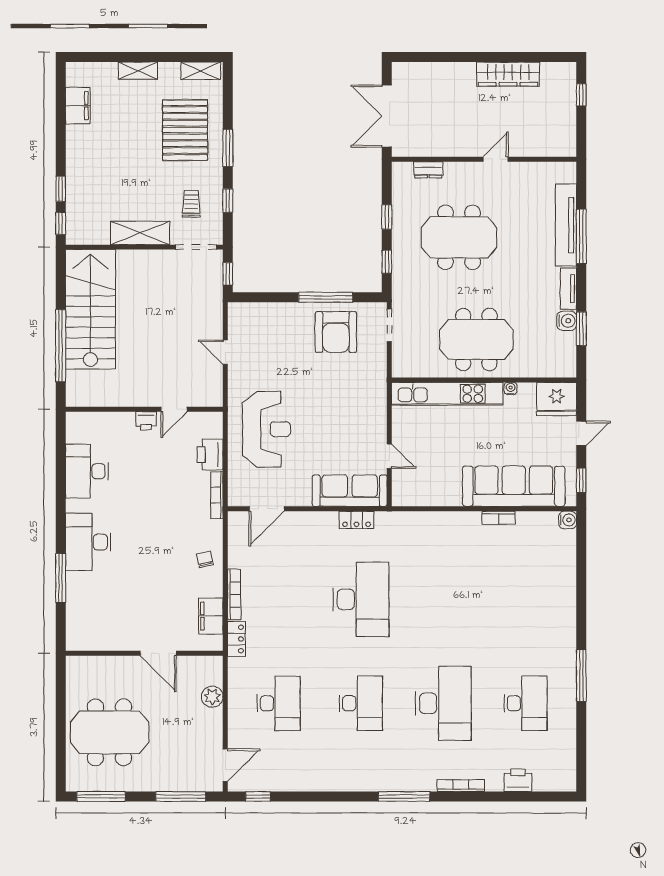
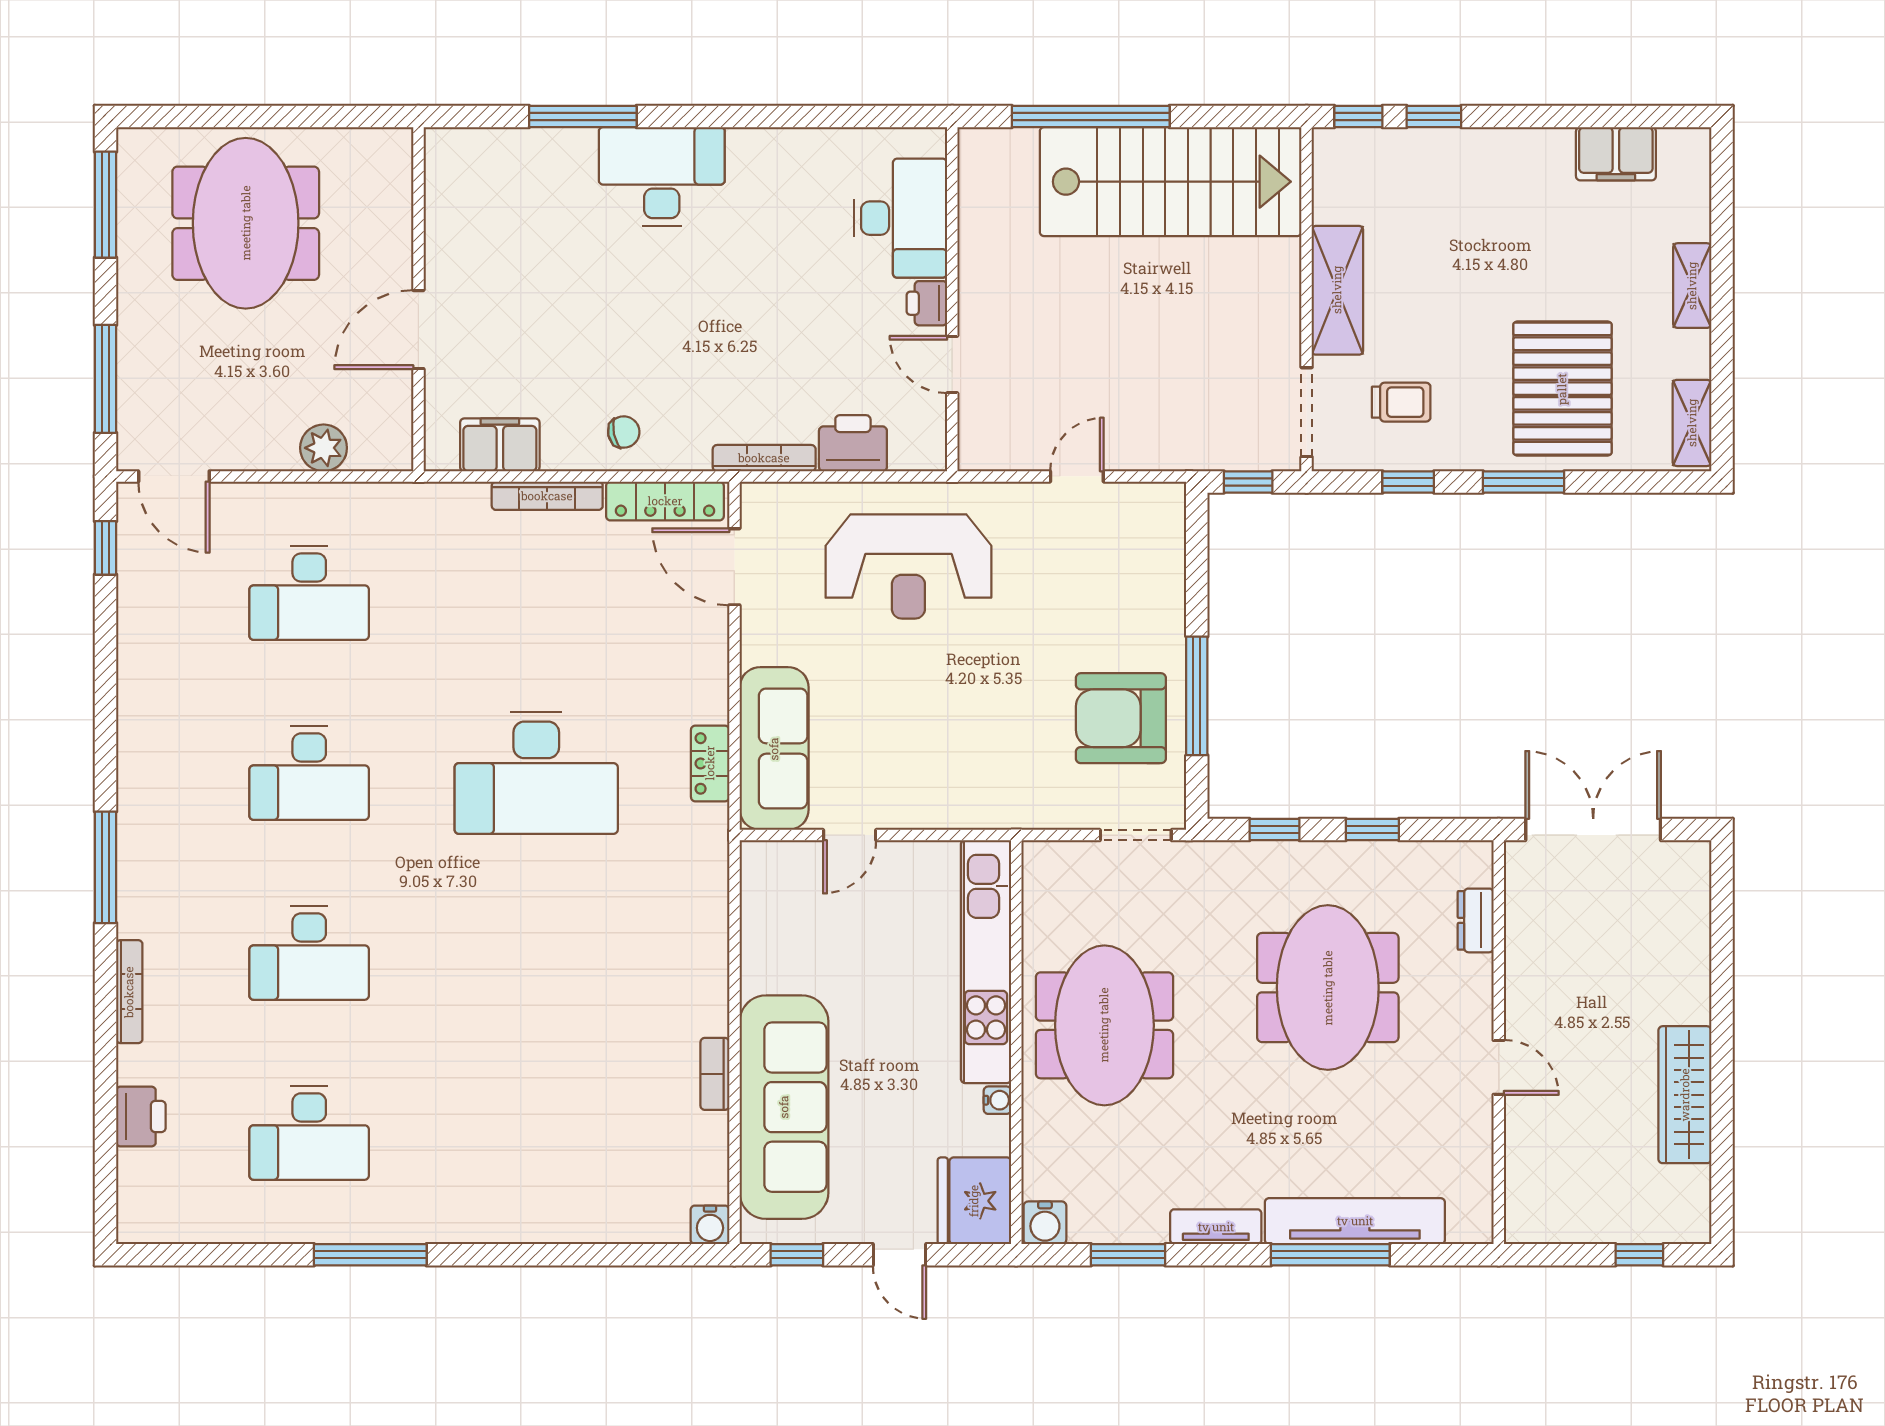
pallet: (185, 130) -> (1562, 389), turned 90
water cooler: (567, 321) -> (1045, 1223), moved
desk: (87, 471) -> (900, 218), moved, turned 90
locker: (237, 639) -> (665, 501), moved, width x1.53
desk: (443, 703) -> (309, 953), width x0.73, depth x0.77

